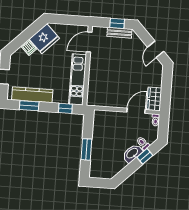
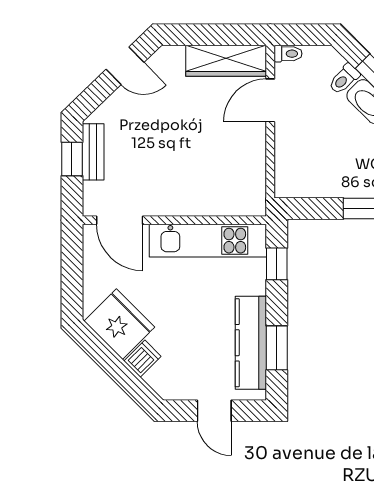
wardrobe: (154, 99) -> (226, 61), width x1.50
door: (136, 111) -> (270, 100), hinge flipped

